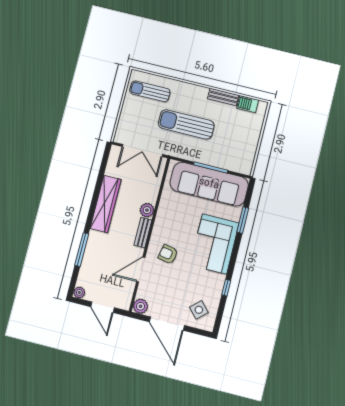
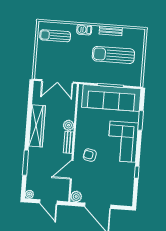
barbecue: (248, 104) -> (84, 30), moved
sun lounger: (186, 124) -> (113, 55), moved
side table: (199, 310) -> (119, 192), removed

